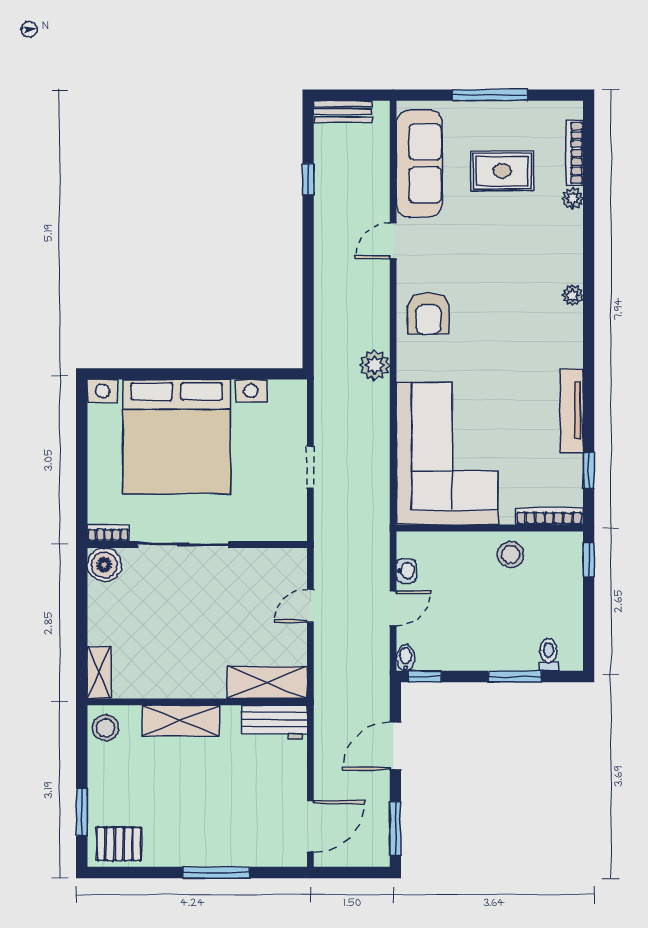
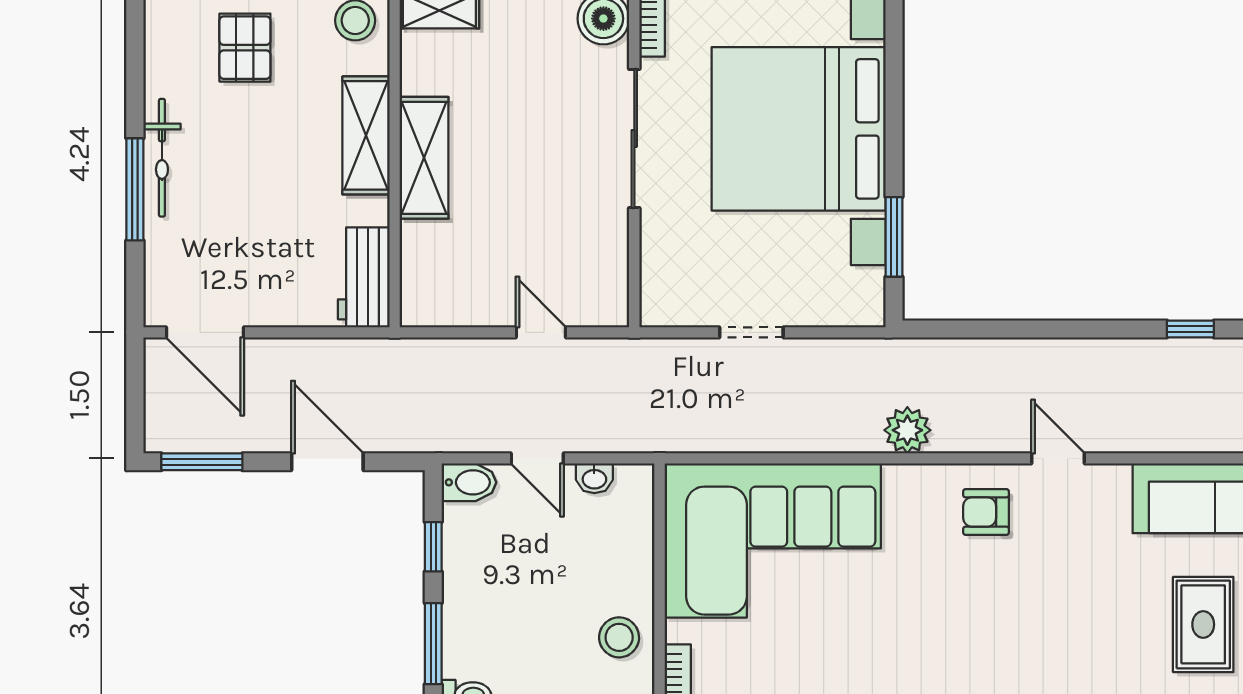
door: (393, 241) -> (1058, 458), moved
armchair: (428, 313) -> (986, 512), width x0.72, depth x0.72
window: (248, 374) -> (894, 237), added
bidet: (405, 658) -> (469, 482), width x1.38, depth x1.36
window: (425, 676) -> (433, 547), moved
shelving: (267, 683) -> (424, 158), moved
pallet: (119, 844) -> (245, 48), moved
bicycle: (196, 855) -> (162, 158), added

